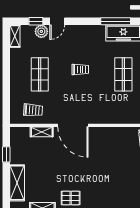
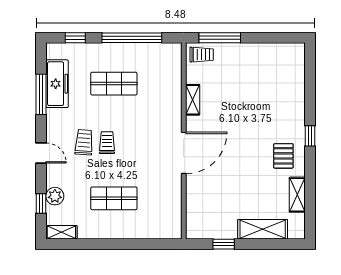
door: (57, 21) -> (41, 153), moved
trolley: (33, 110) -> (84, 142), moved
shelving: (42, 132) -> (193, 100), moved

